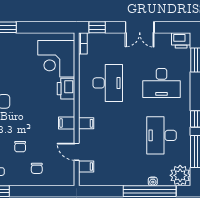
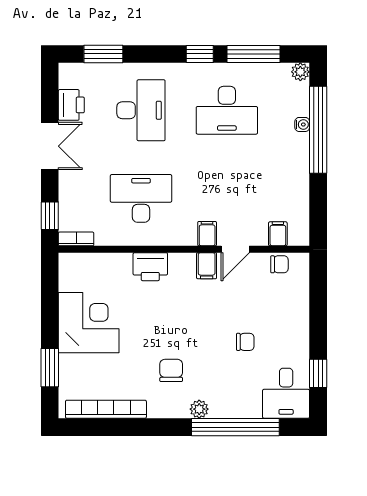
printer: (181, 40) -> (71, 105), moved
corner desk: (56, 59) -> (89, 323), moved, turned -90
door: (77, 152) -> (235, 249), moved
chair: (37, 168) -> (279, 264), moved
plant: (180, 175) -> (300, 72), width x0.53, depth x0.53

